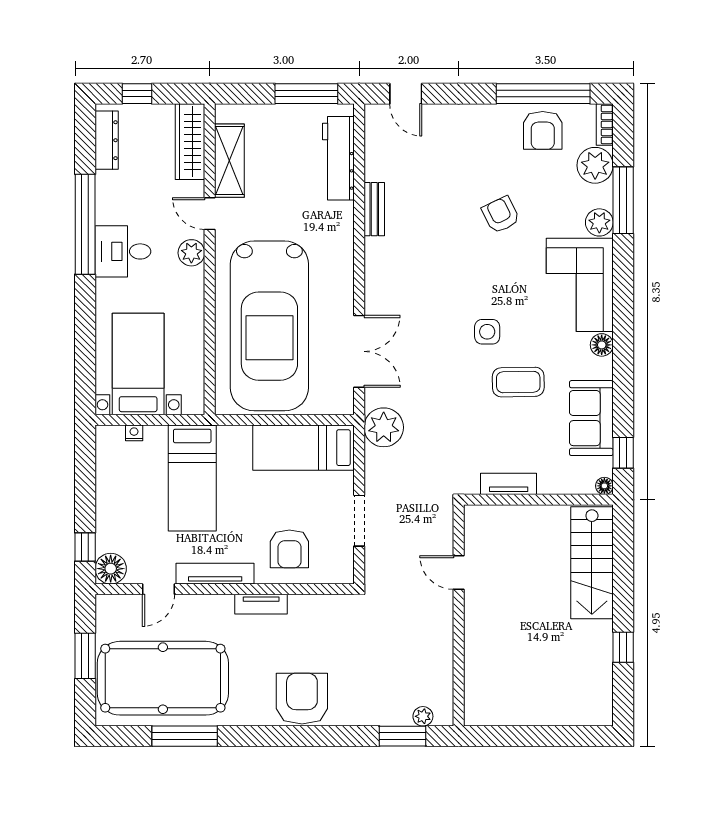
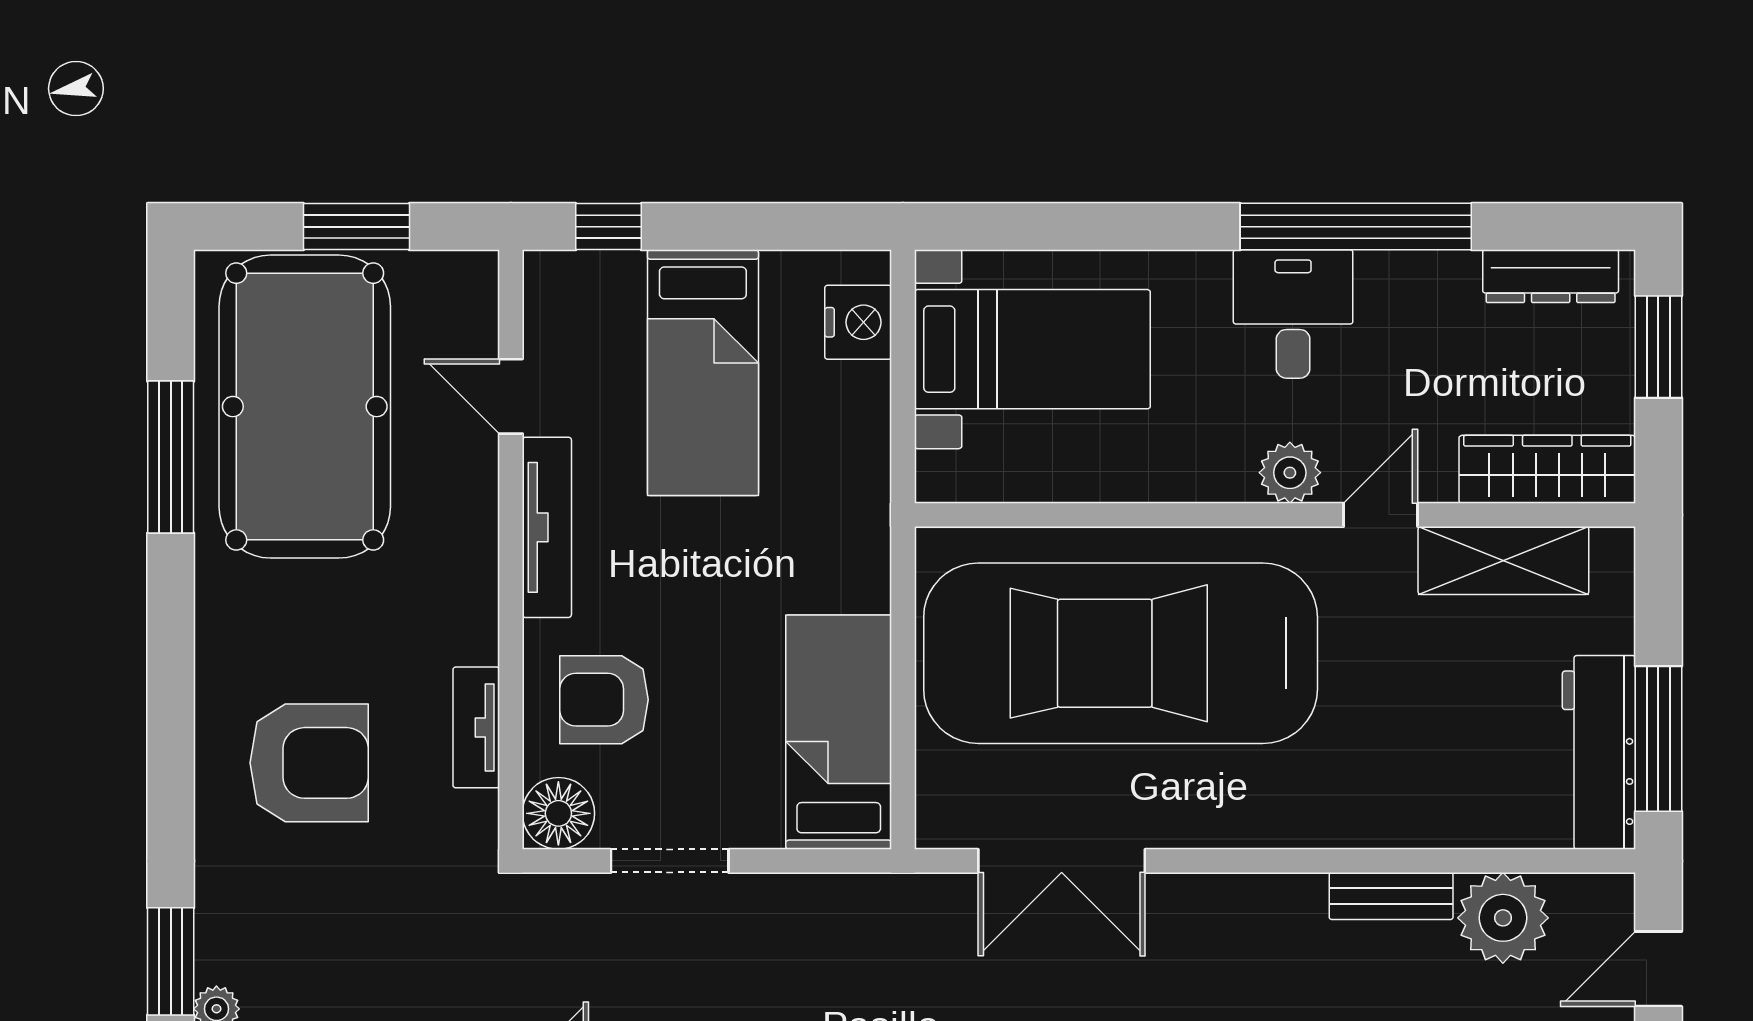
window: (137, 94) -> (1658, 347), width x1.50
workbench: (338, 158) -> (1599, 752), moved, turned -90
plant: (384, 427) -> (1503, 918), moved
nightstand: (134, 433) -> (858, 322), width x1.89, depth x1.79
bed: (192, 478) -> (703, 373), moved, turned -90
floor lamp: (111, 569) -> (558, 813), moved
tv unit: (261, 604) -> (476, 727), moved
armchair: (302, 699) -> (309, 763), moved

